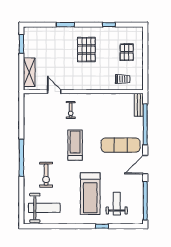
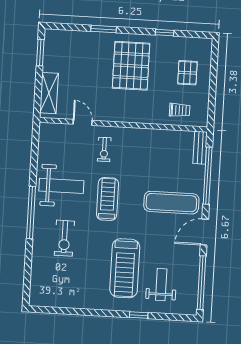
pallet: (86, 50) -> (131, 66), width x1.37, depth x1.41
weight bench: (44, 208) -> (61, 186), moved

